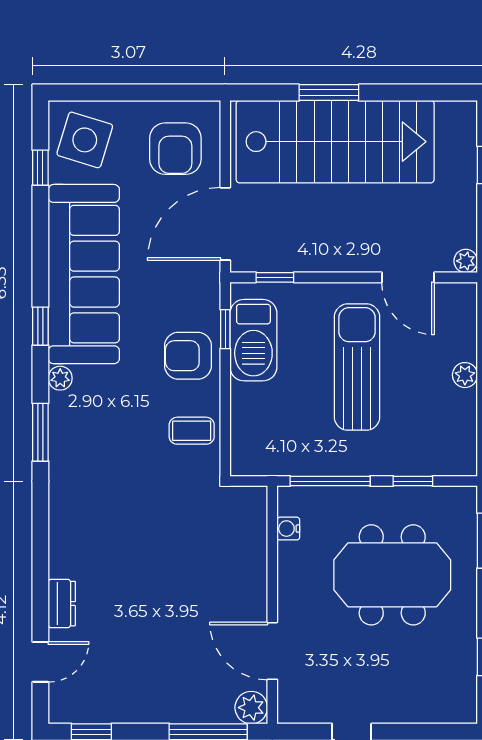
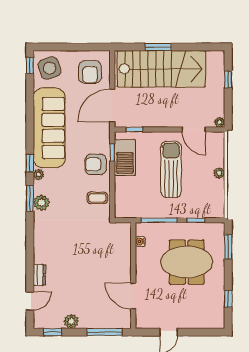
side table: (85, 140) -> (50, 68), turned -35
window: (40, 168) -> (30, 66), moved
window: (40, 326) -> (30, 163), moved
plant: (67, 442) -> (41, 203), added
plant: (251, 708) -> (71, 321), moved

